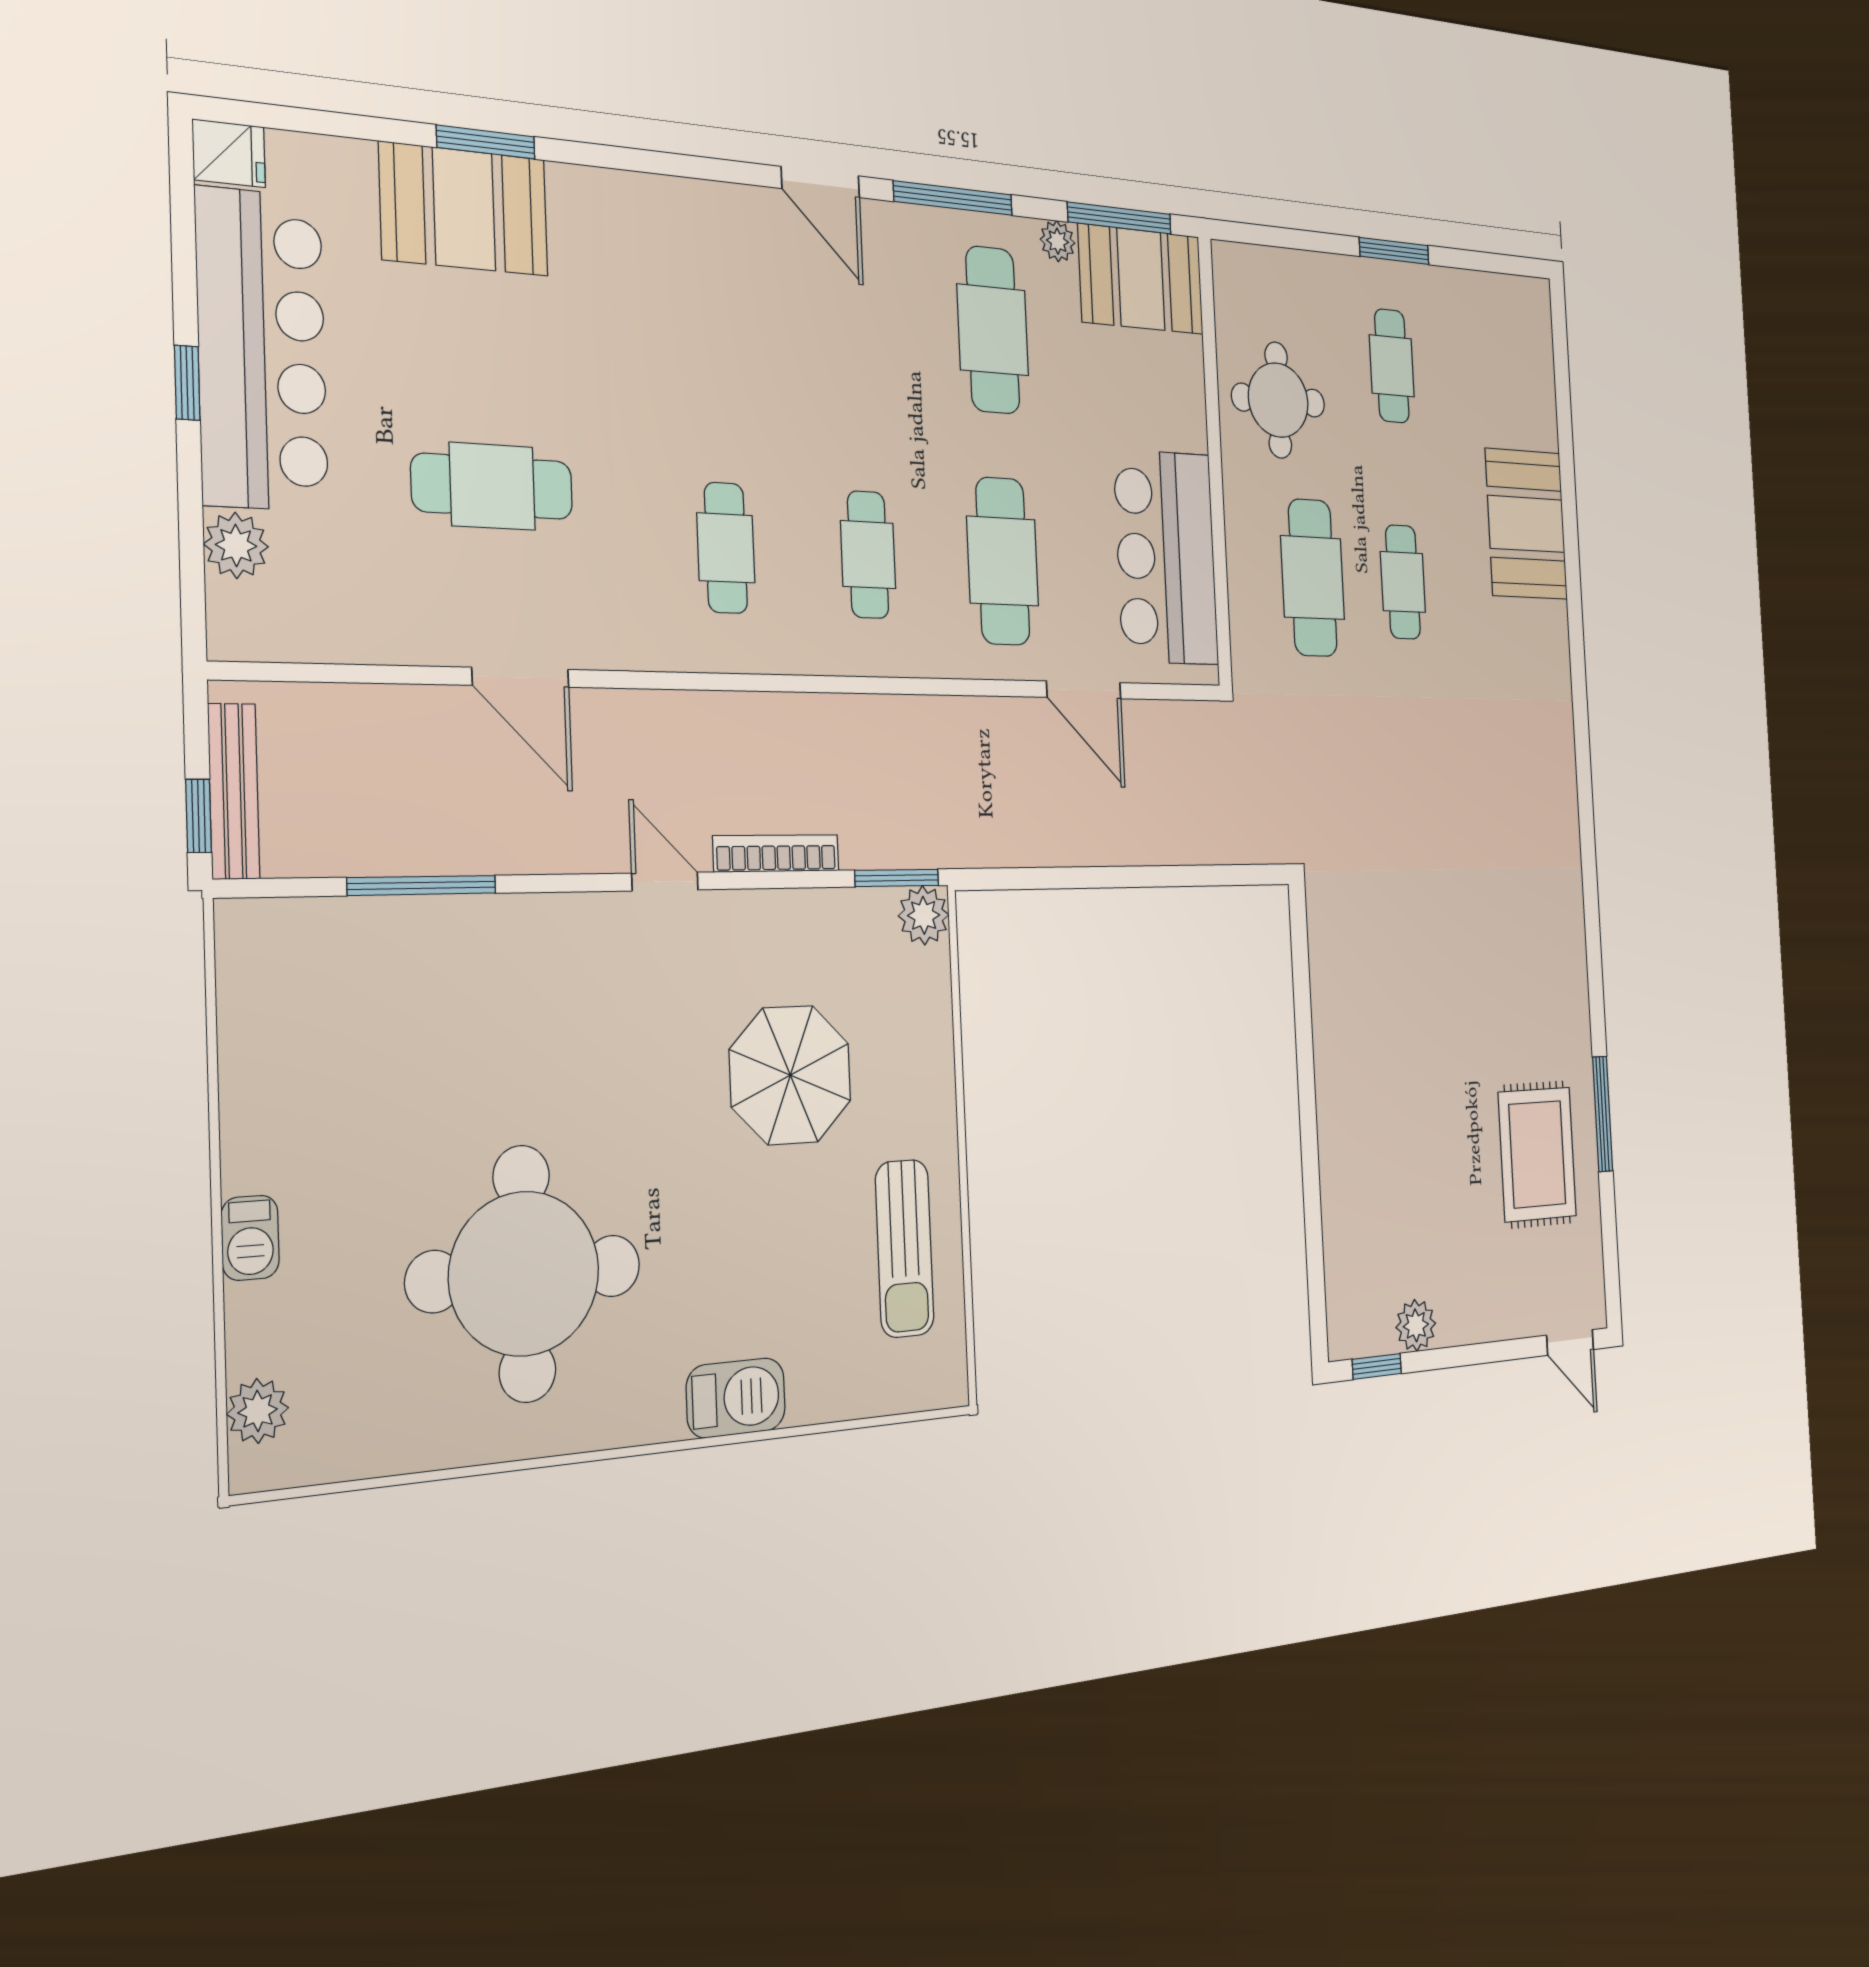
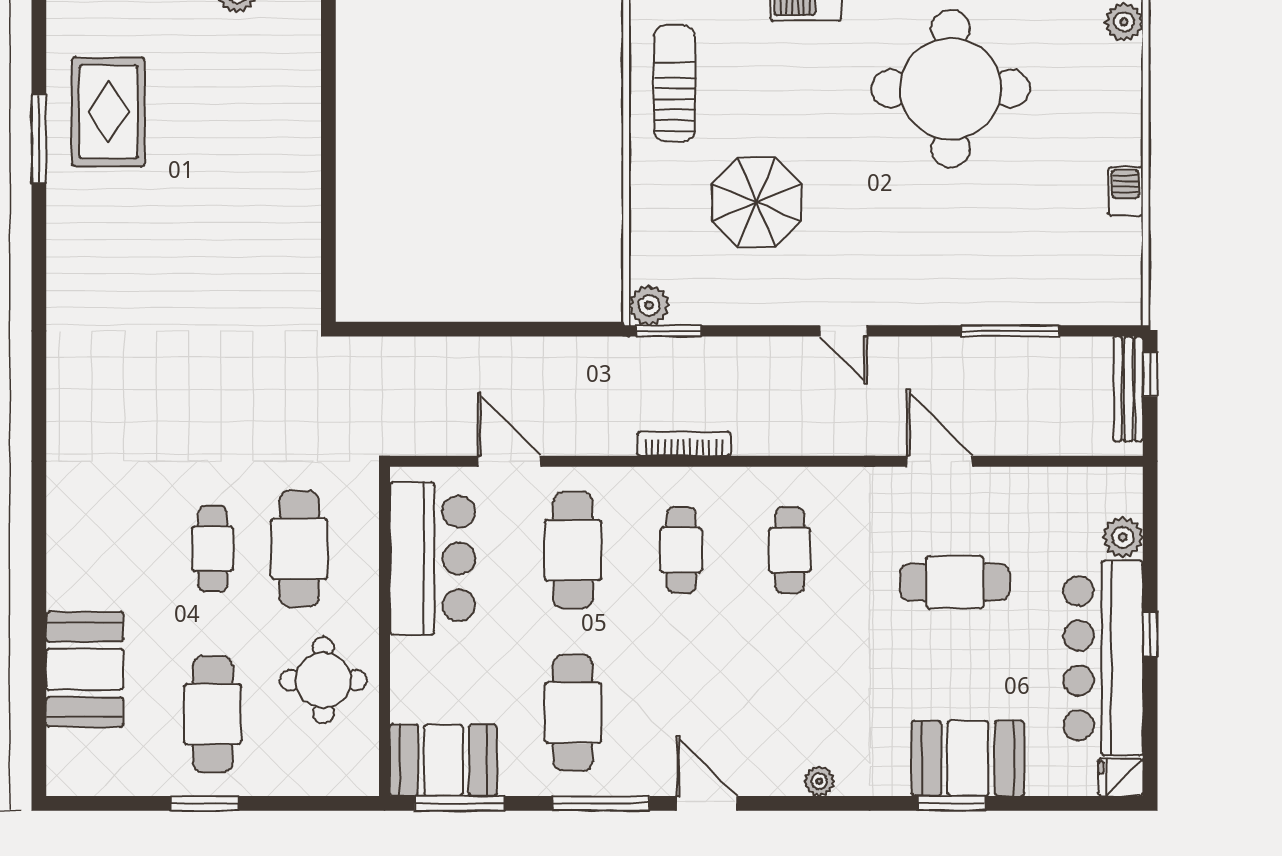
plant: (1058, 241) -> (819, 781), moved
cafe table: (1392, 366) -> (213, 714), width x1.37, depth x1.35
booth: (1526, 524) -> (85, 669), moved
bookcase: (776, 853) -> (684, 444), moved, turned 180
barbecue: (250, 1238) -> (1126, 191), moved

